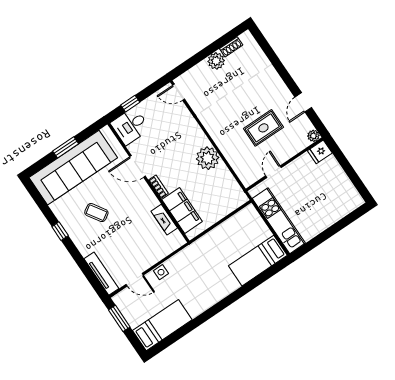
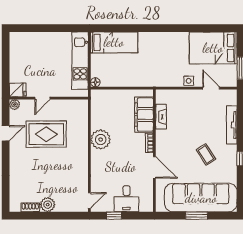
door: (179, 92) -> (89, 200), hinge flipped
window: (130, 104) -> (114, 216), moved
desk: (130, 126) -> (127, 199), moved, turned 90
rug: (263, 128) -> (46, 134), width x1.36, depth x1.43
door: (274, 172) -> (42, 98), moved
floor lamp: (250, 210) -> (95, 82), added
tv unit: (101, 274) -> (232, 125), moved
bed: (162, 325) -> (213, 48), width x1.50

